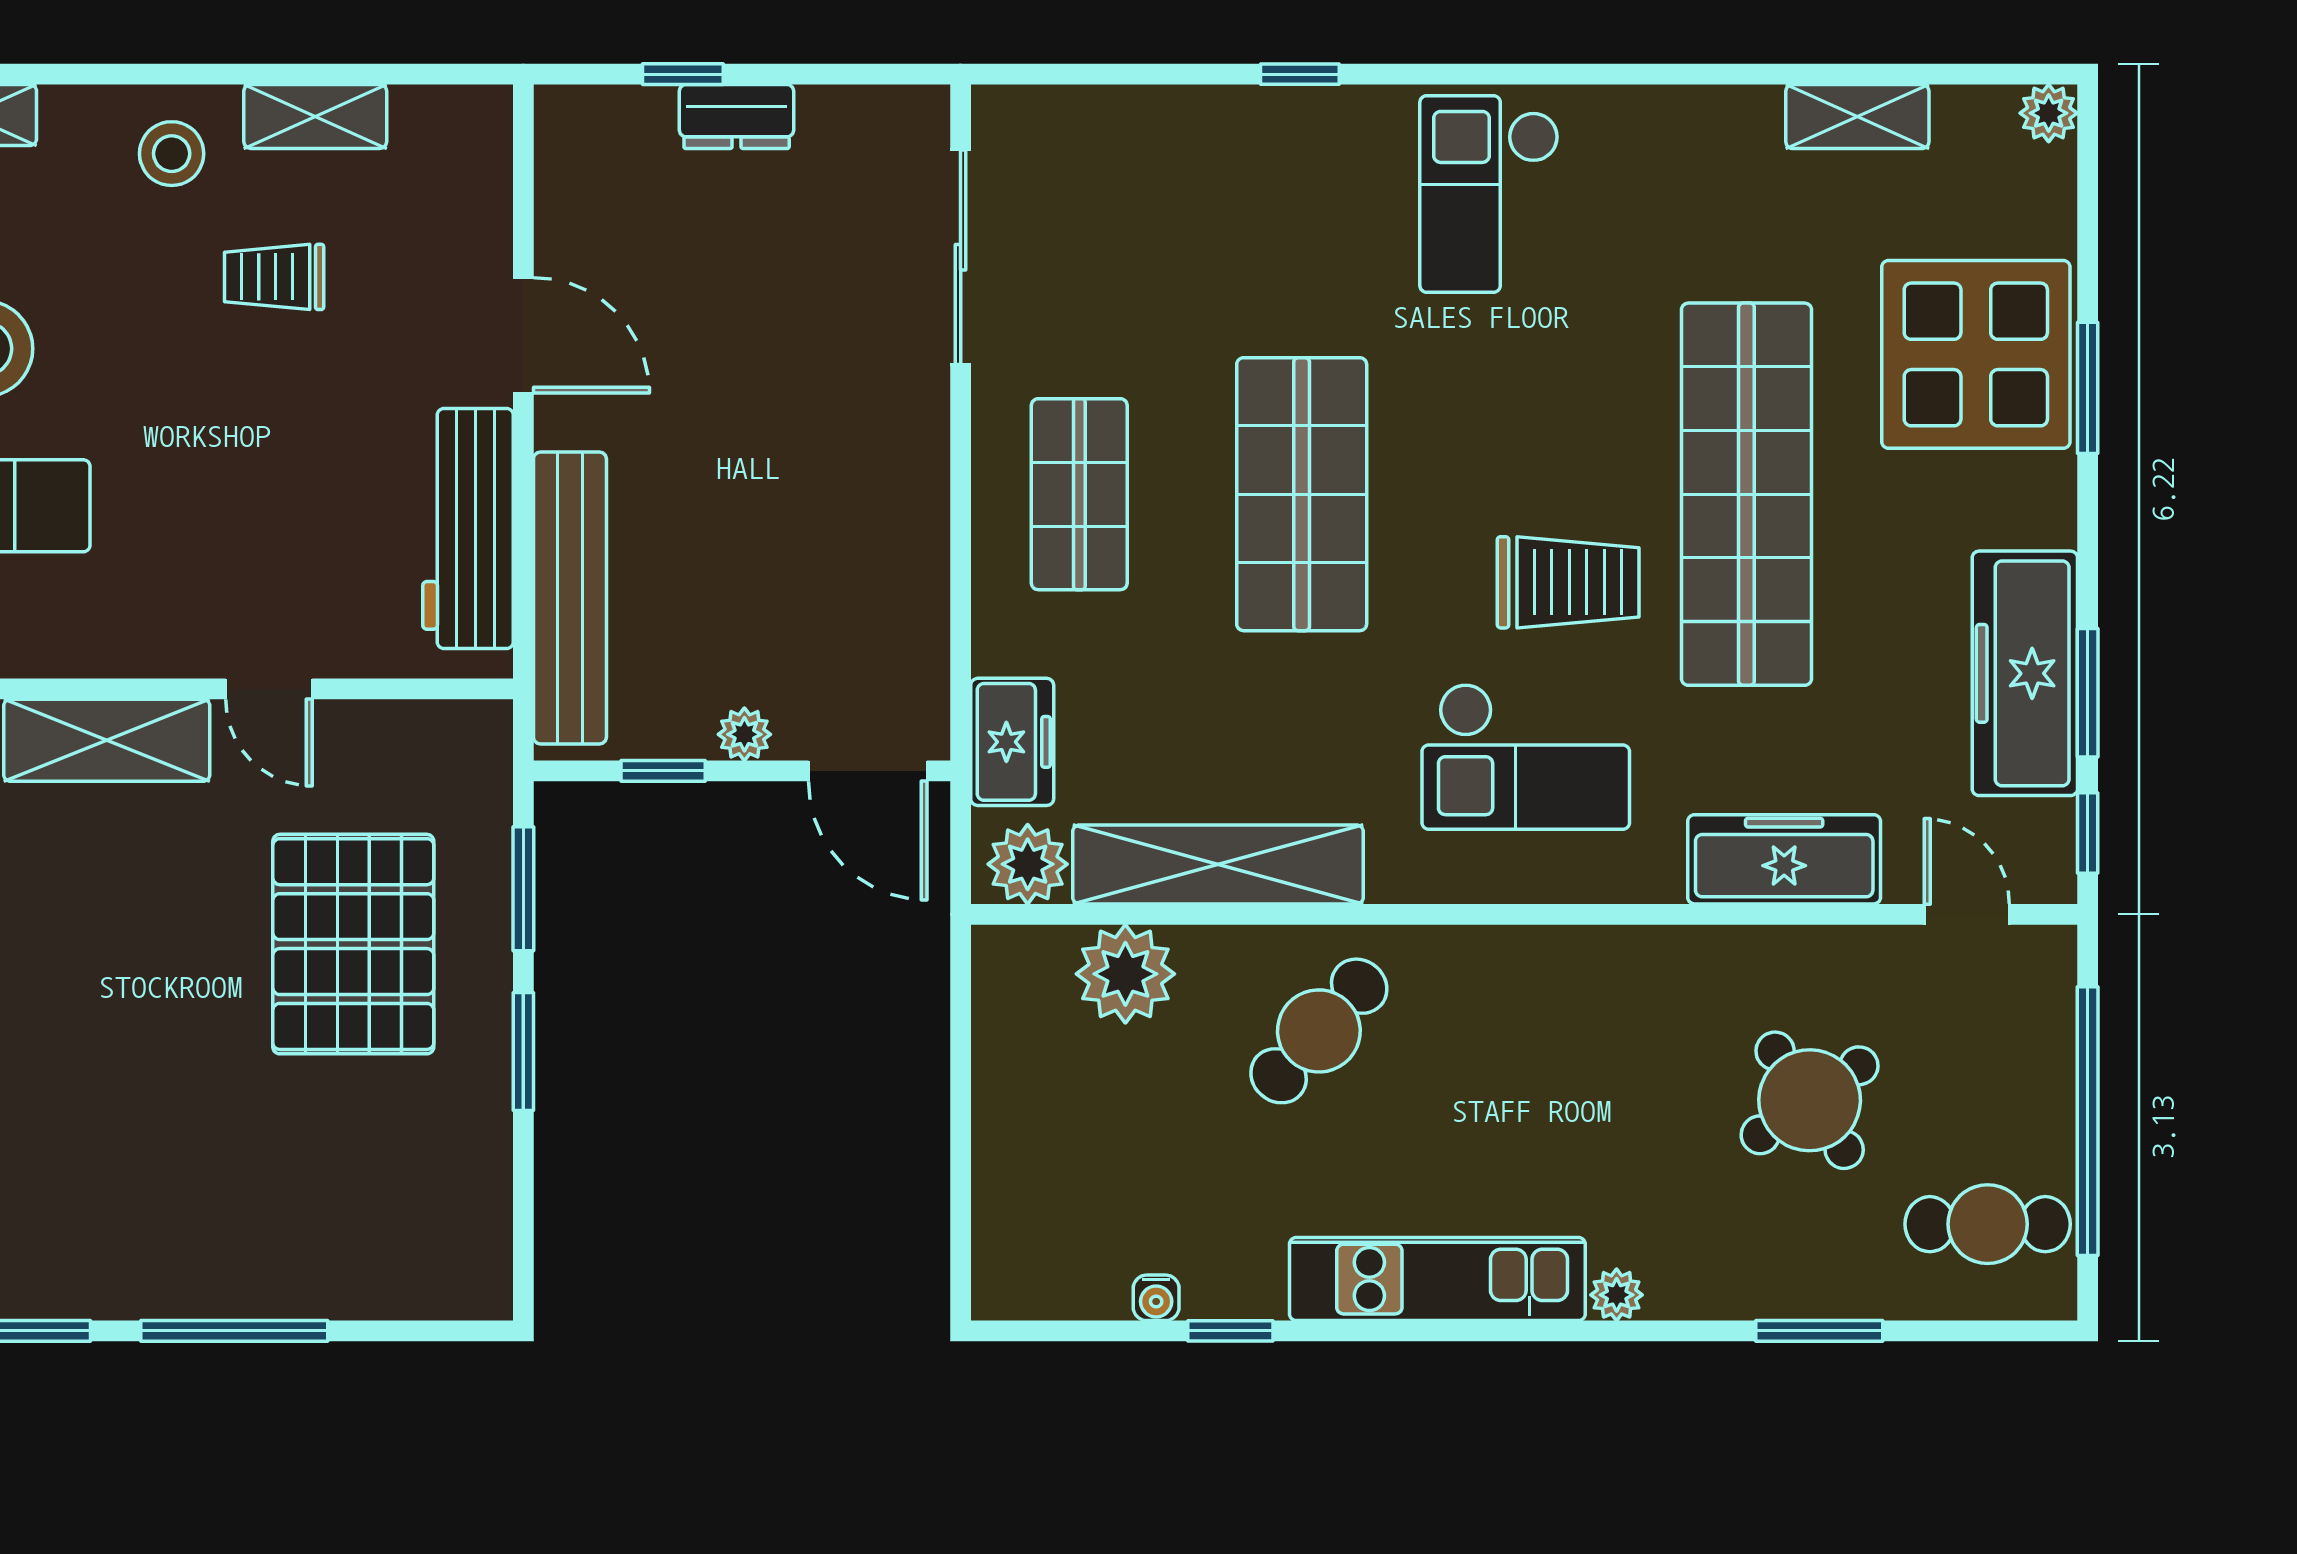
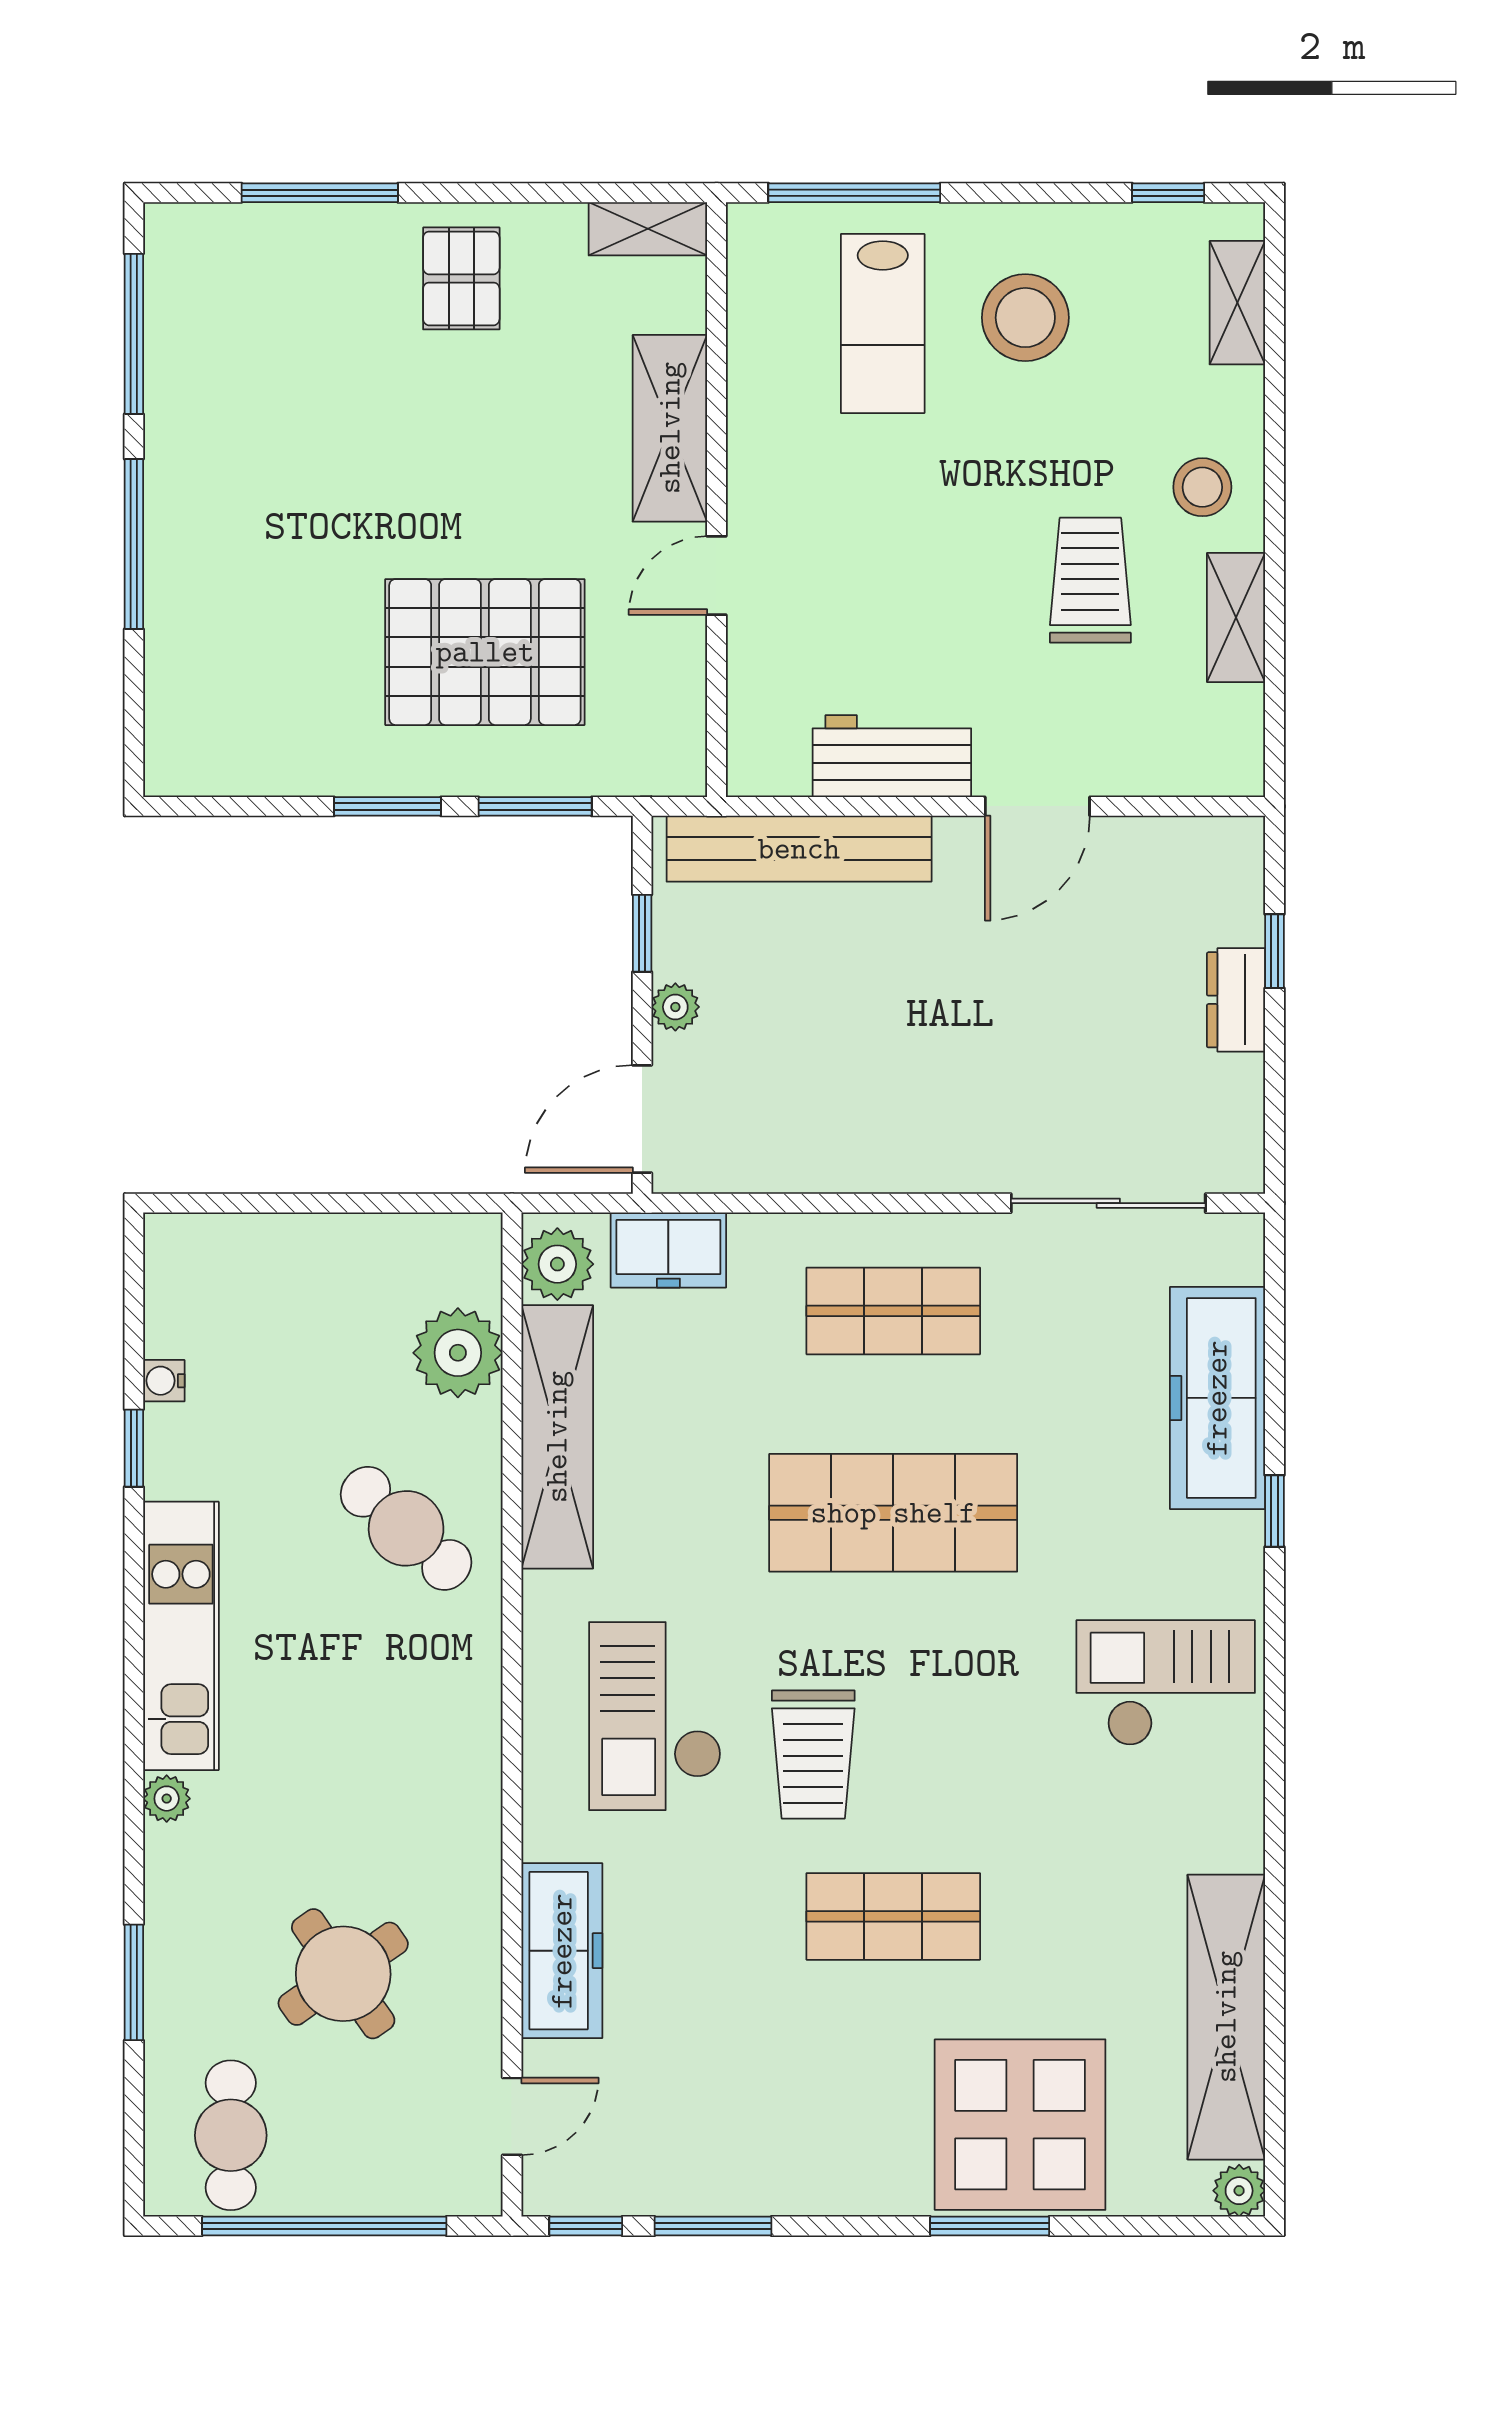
shelving: (1857, 116) -> (1226, 2017), width x2.20, depth x1.33
trolley: (274, 277) -> (1090, 580), width x1.36, depth x1.39
shop shelf: (1746, 494) -> (893, 1916), width x0.50, depth x0.74
workbench: (468, 528) -> (892, 756), width x0.73
freezer: (2025, 673) -> (1217, 1398), moved, turned -90

